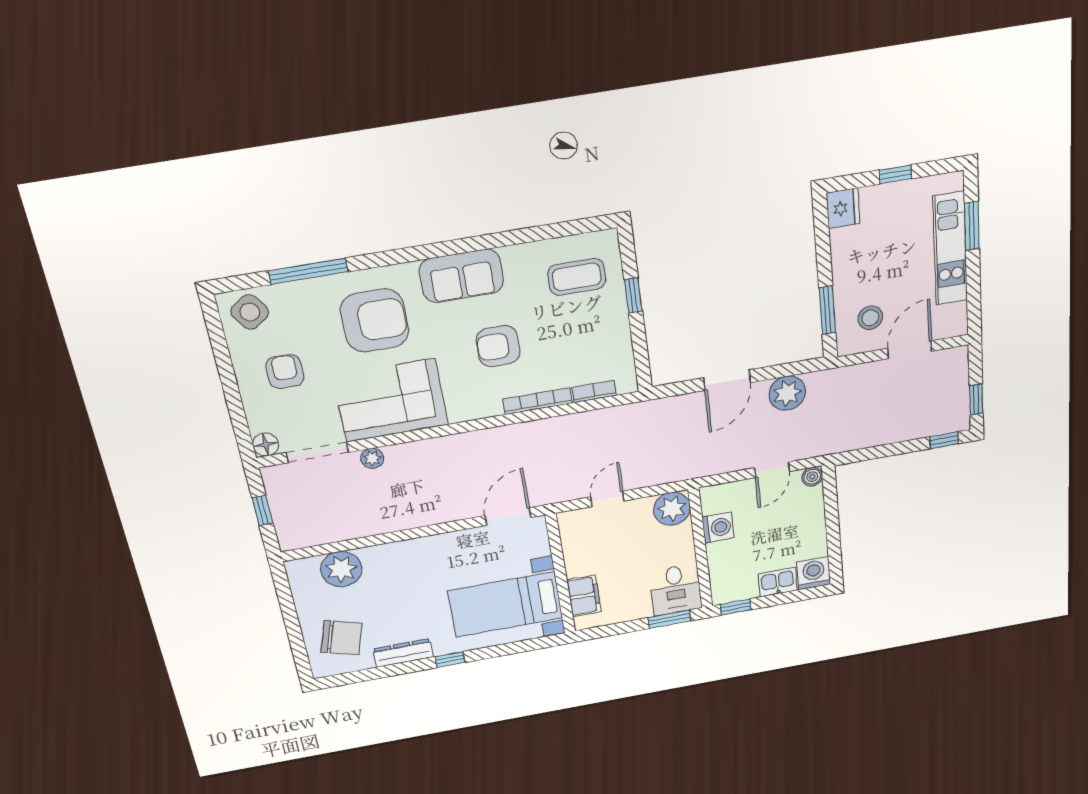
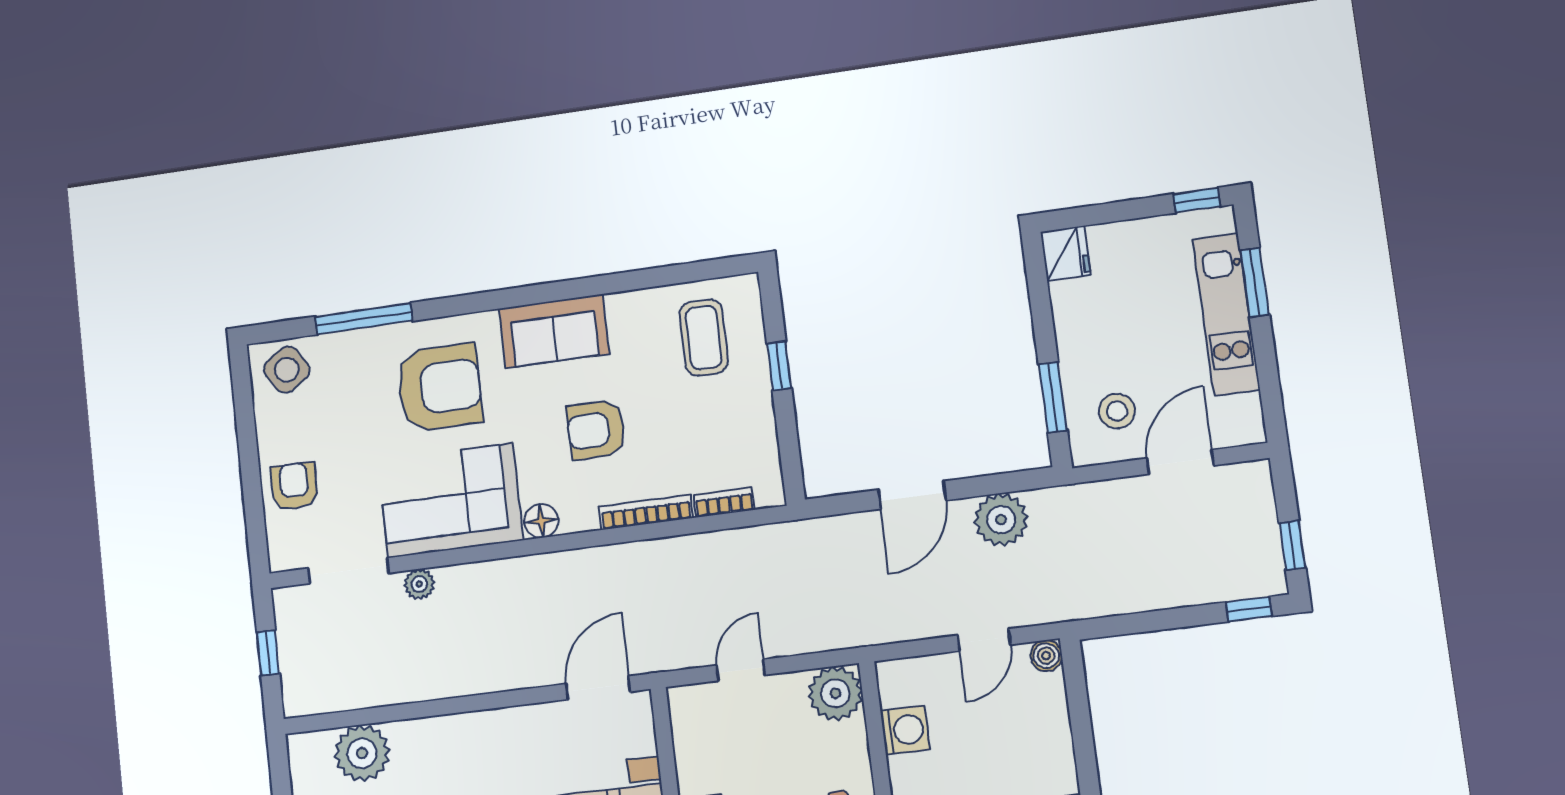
window: (895, 174) -> (1197, 200), moved
coffee table: (577, 277) -> (704, 337), turned 90
armchair: (285, 372) -> (294, 486), moved
floor lamp: (266, 445) -> (541, 521), moved

